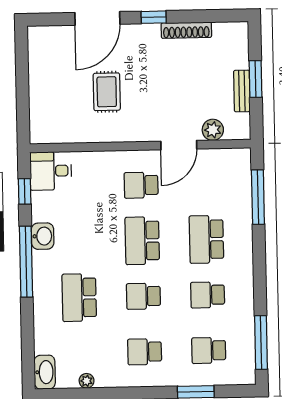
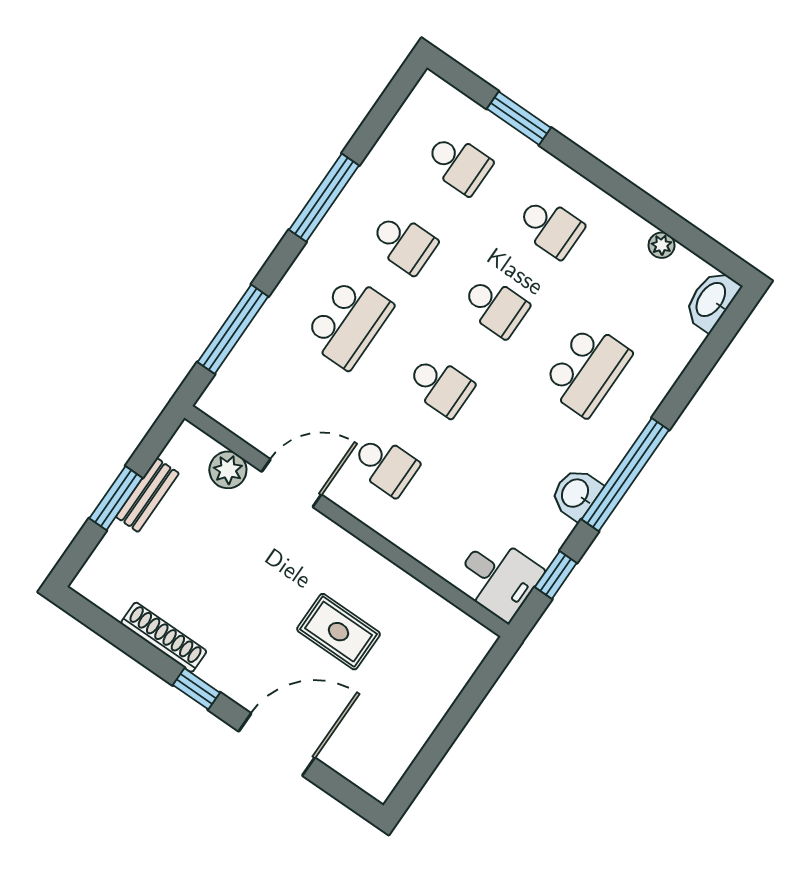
rug: (107, 92) -> (338, 632), turned 90
school desk: (142, 241) -> (440, 386), width x0.54
window: (261, 343) -> (324, 198), moved

